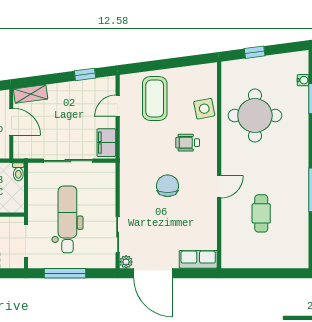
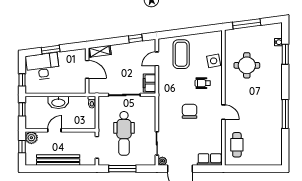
window: (255, 52) -> (247, 24), width x2.17
round table: (255, 116) -> (247, 65), width x0.73, depth x0.73
door: (219, 187) -> (223, 112), hinge flipped
cafe table: (261, 213) -> (237, 145), moved
dental chair: (67, 219) -> (124, 133), turned 180

